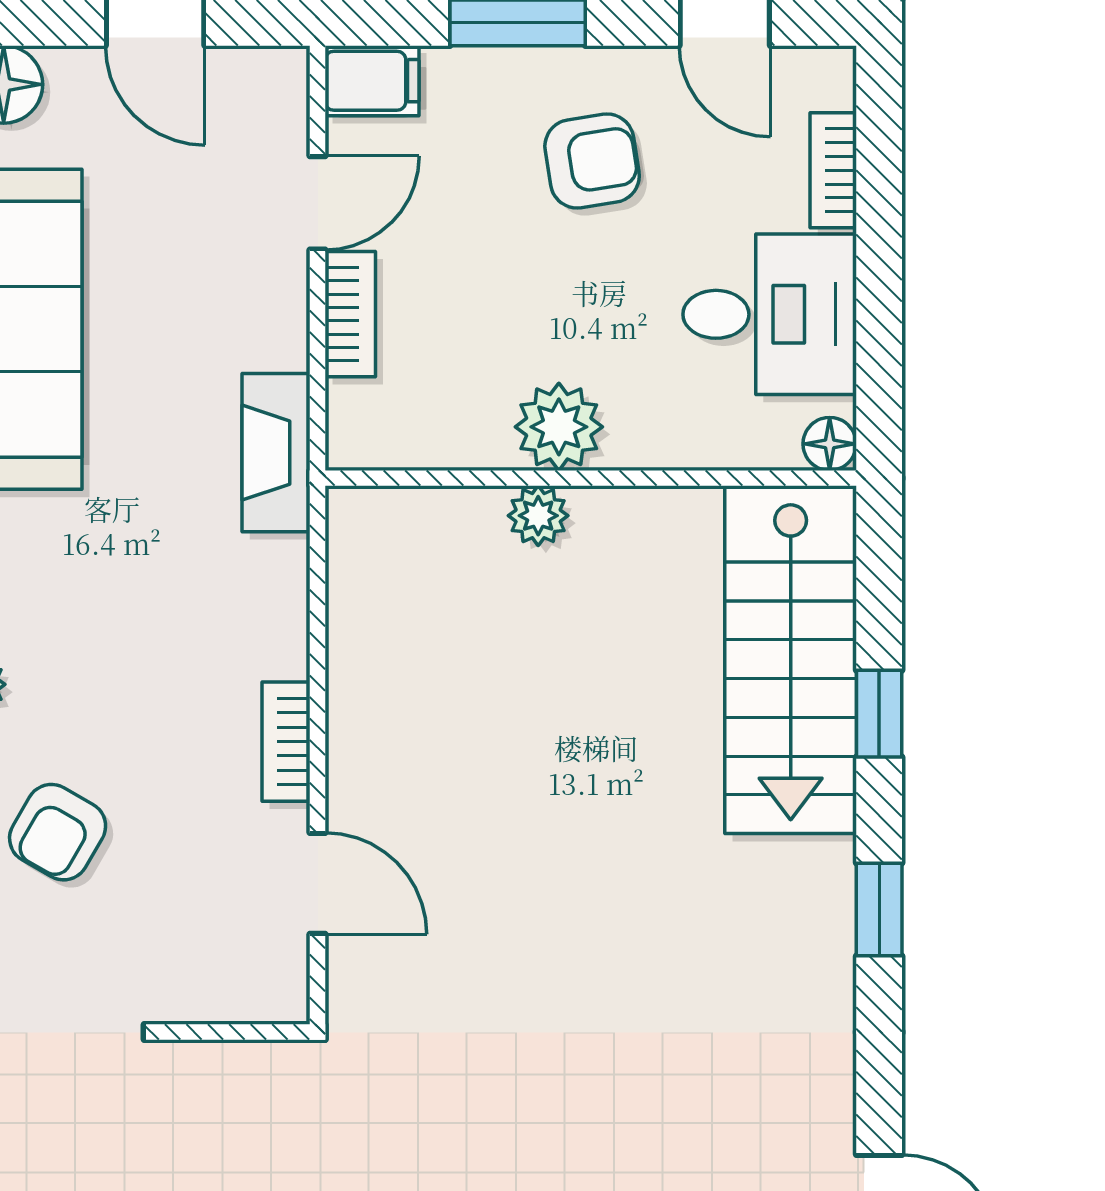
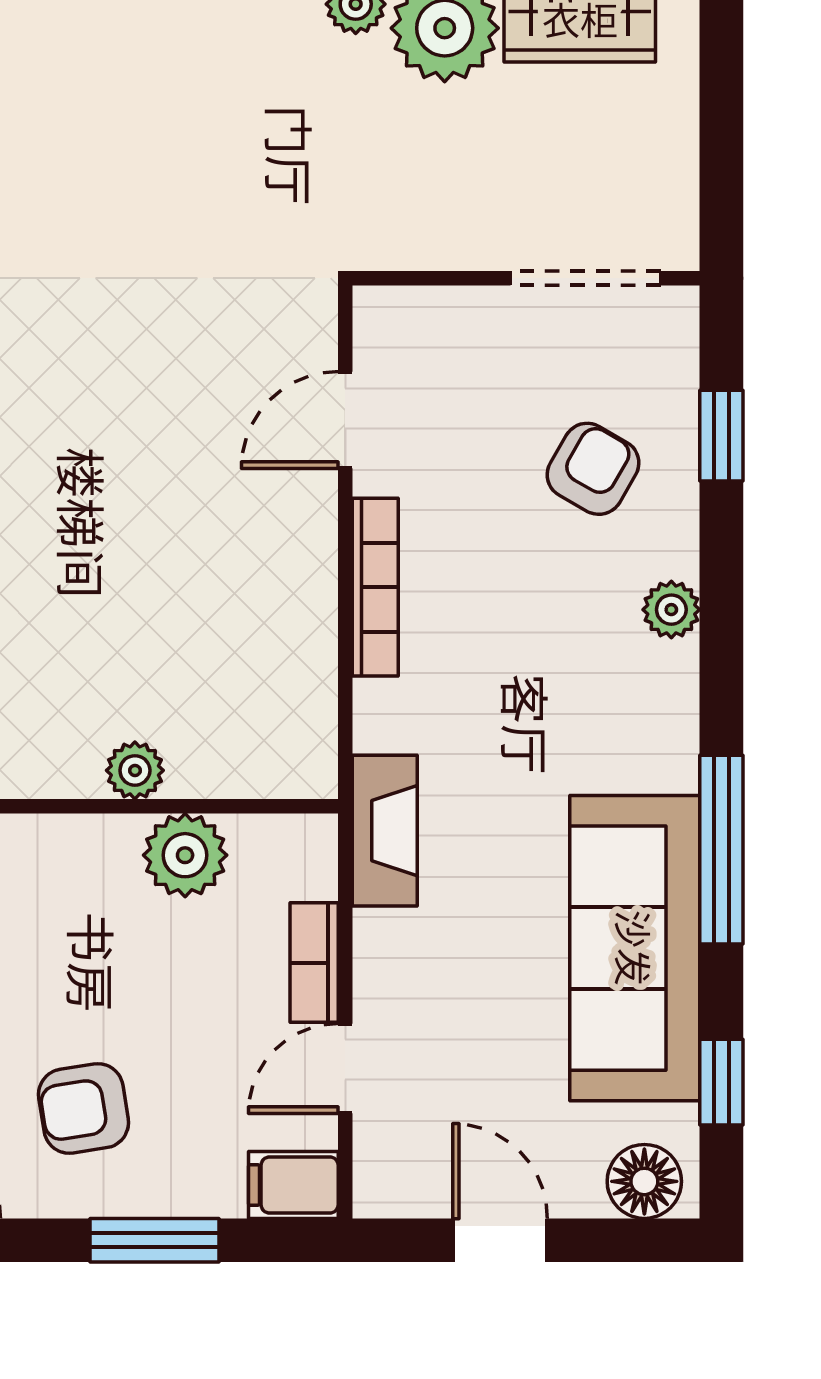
plant: (559, 427) -> (185, 855), moved
bookcase: (286, 742) -> (375, 587), width x1.56
door: (318, 883) -> (345, 420), hinge flipped

